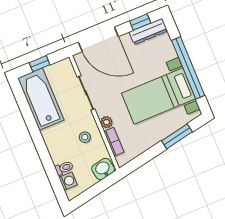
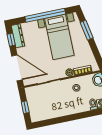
door: (98, 39) -> (17, 68), hinge flipped
bathtub: (41, 99) -> (47, 111), removed

